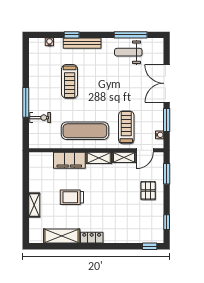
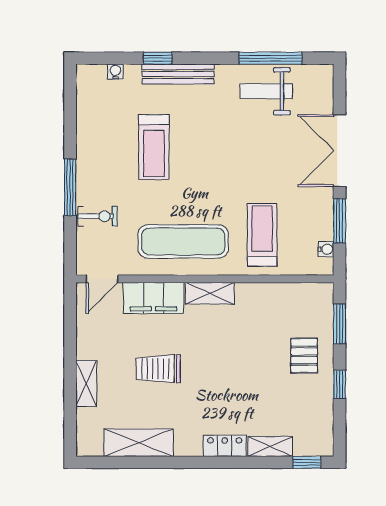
door: (145, 150) -> (102, 279), moved
shelving: (124, 157) -> (270, 447), moved
window: (167, 222) -> (340, 384), moved
locker: (92, 238) -> (225, 446), moved

